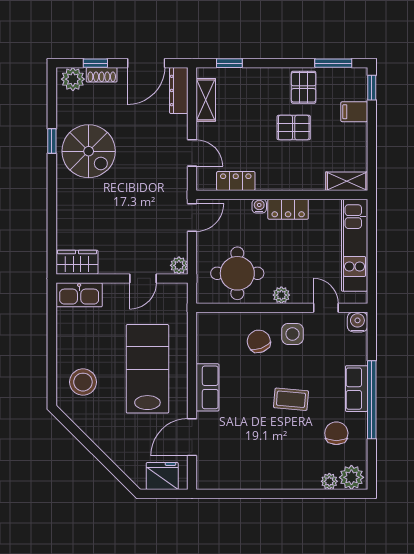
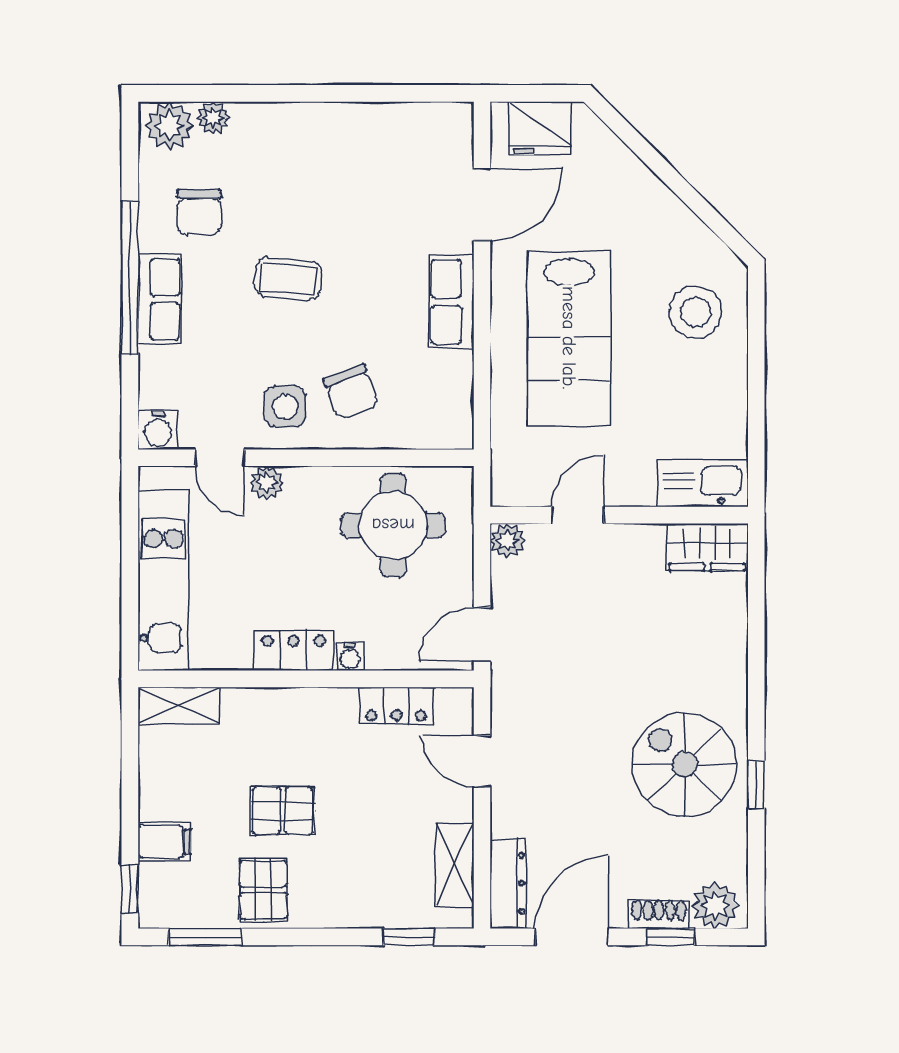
plant: (281, 295) -> (267, 483), moved

